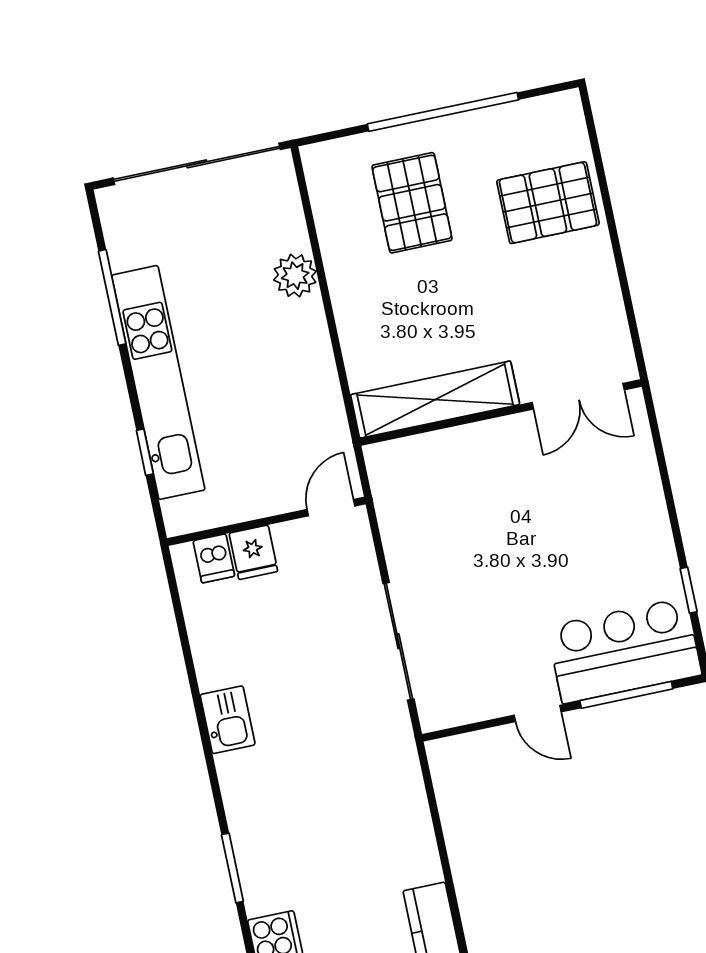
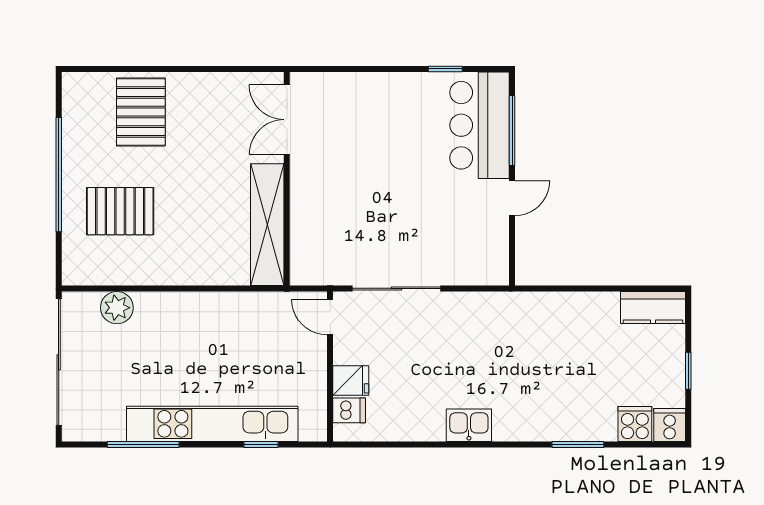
plant: (295, 276) -> (117, 308), moved
double door: (578, 396) -> (287, 120), swing flipped
sliding door: (398, 641) -> (396, 288), moved

